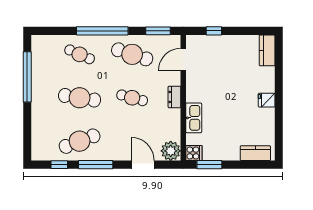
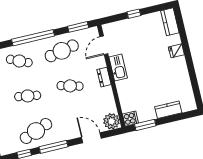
window: (214, 31) -> (134, 14), moved
cafe table: (132, 54) -> (62, 51), turned -30
cafe table: (80, 98) -> (28, 96), width x0.73, depth x0.74
fridge: (267, 100) -> (176, 51), moved
kitchen sink: (194, 118) -> (118, 67), moved
kitchen counter: (255, 153) -> (168, 110), moved

